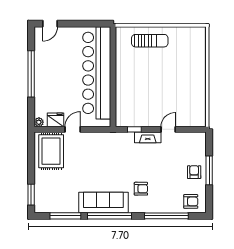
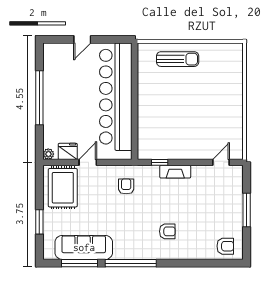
door: (50, 24) -> (82, 39), moved
door: (168, 129) -> (221, 162), moved
armchair: (194, 172) -> (126, 186), moved
window: (31, 195) -> (39, 222), moved
sofa: (103, 203) -> (84, 247), moved
window: (166, 216) -> (197, 263), removed

